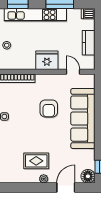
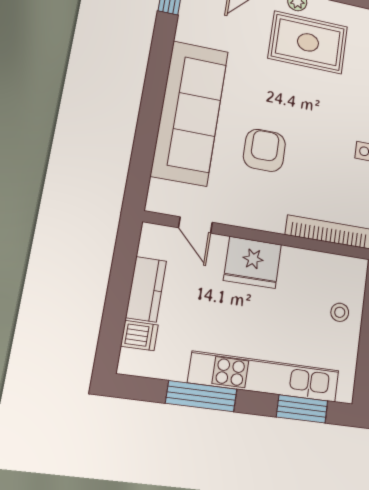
dishwasher: (88, 14) -> (139, 335), moved
rug: (36, 161) -> (308, 42), width x1.36, depth x1.43

